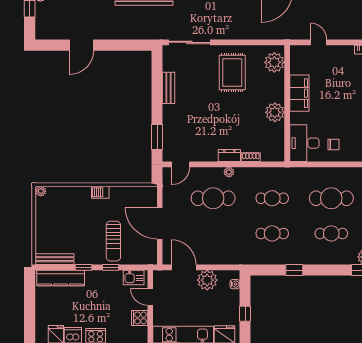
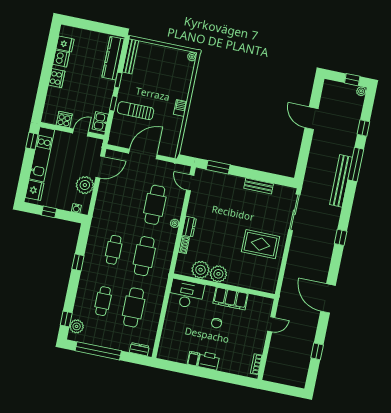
plant: (274, 62) -> (201, 270), moved
chair: (334, 144) -> (217, 323), moved
cafe table: (272, 198) -> (144, 256), width x1.37, depth x1.35

